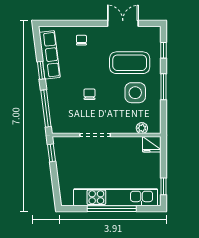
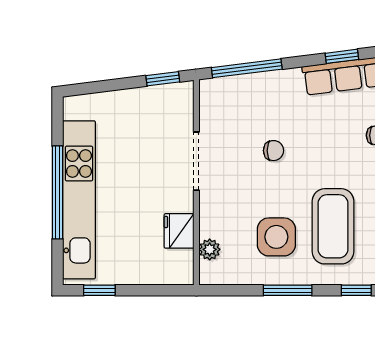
window: (41, 70) -> (342, 56), moved
fridge: (152, 144) -> (179, 231), moved

